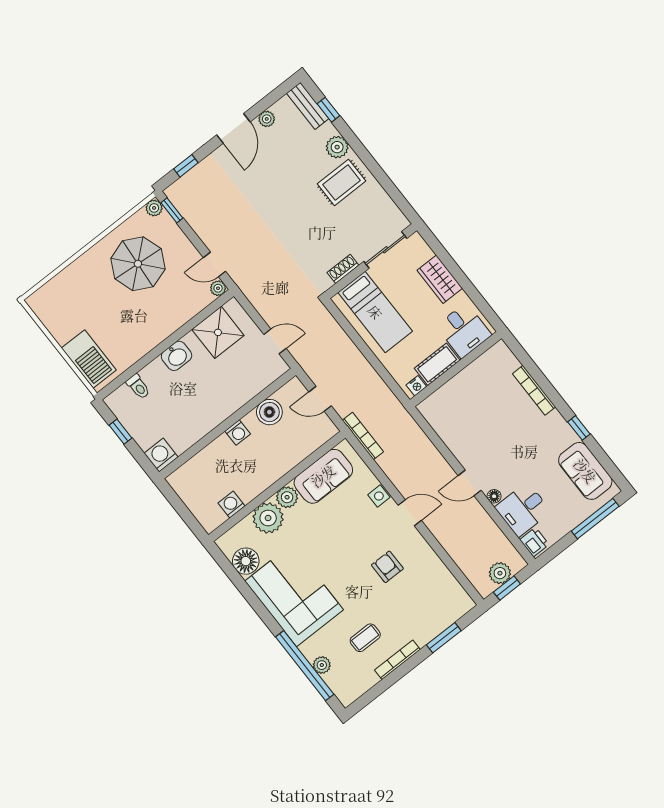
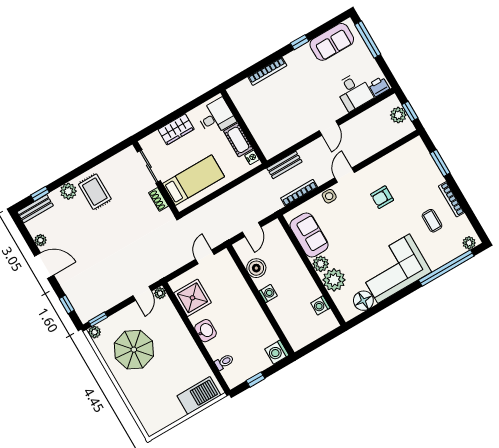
bench: (412, 431) -> (284, 165), added
bookcase: (363, 436) -> (299, 193), moved
floor lamp: (494, 496) -> (341, 111), removed
plant: (322, 665) -> (469, 243), moved

